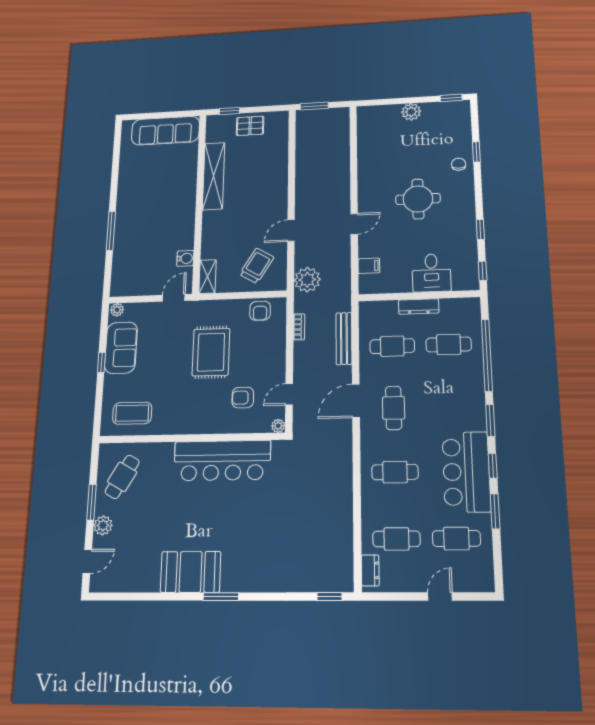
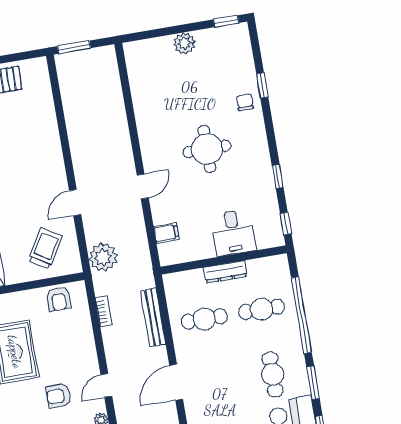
cafe table: (394, 408) -> (273, 374), moved

